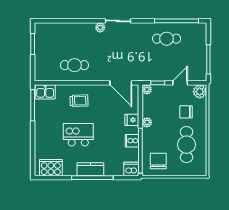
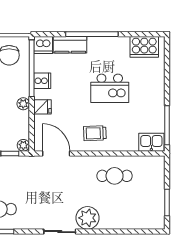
plant: (100, 27) -> (87, 218), width x1.87, depth x1.87
trolley: (79, 101) -> (95, 133), moved
kitchen counter: (90, 169) -> (70, 45), moved

